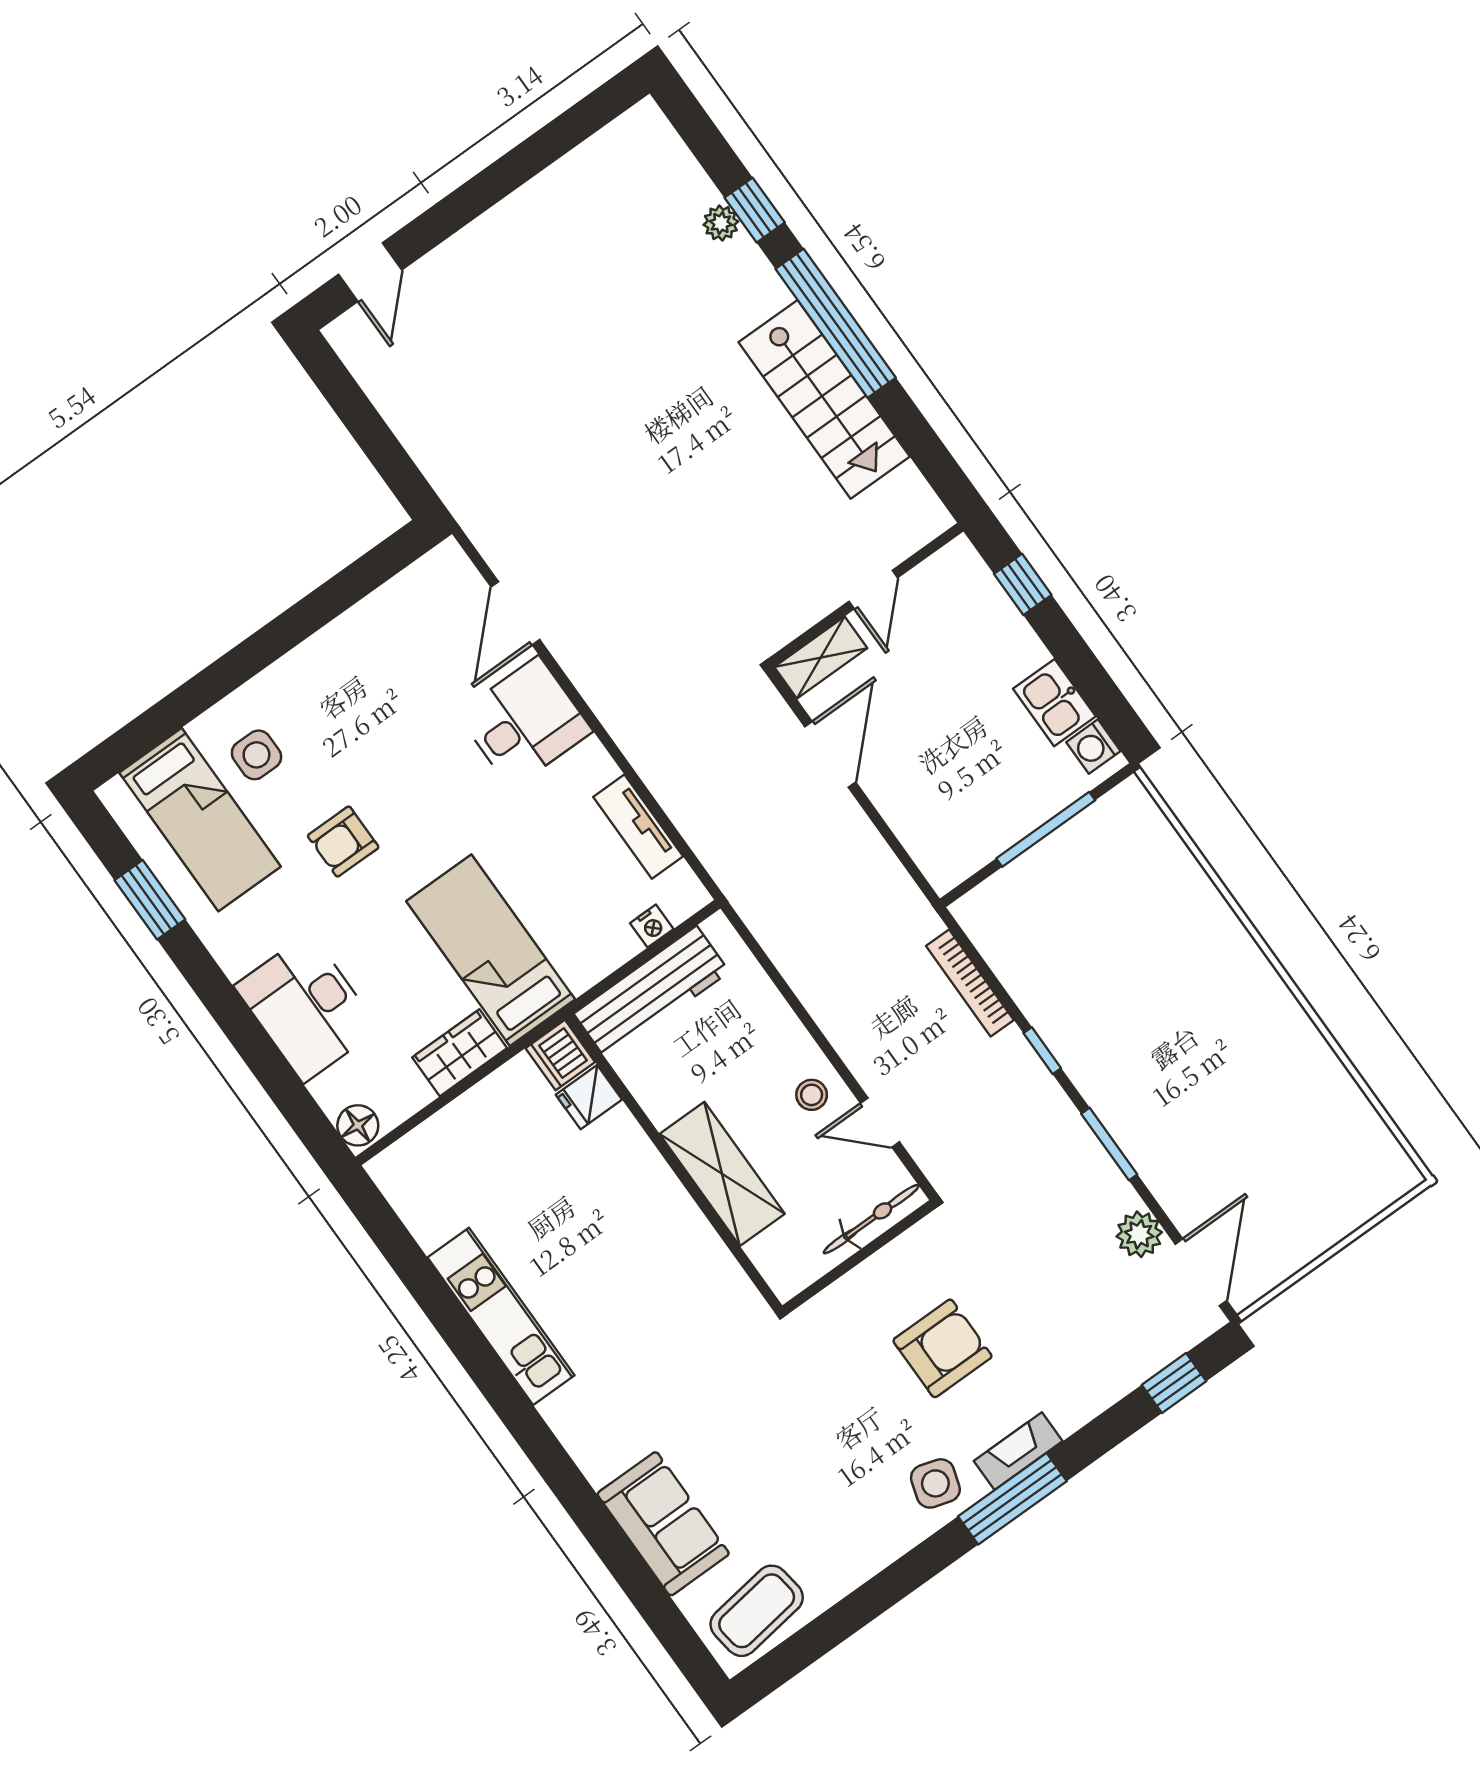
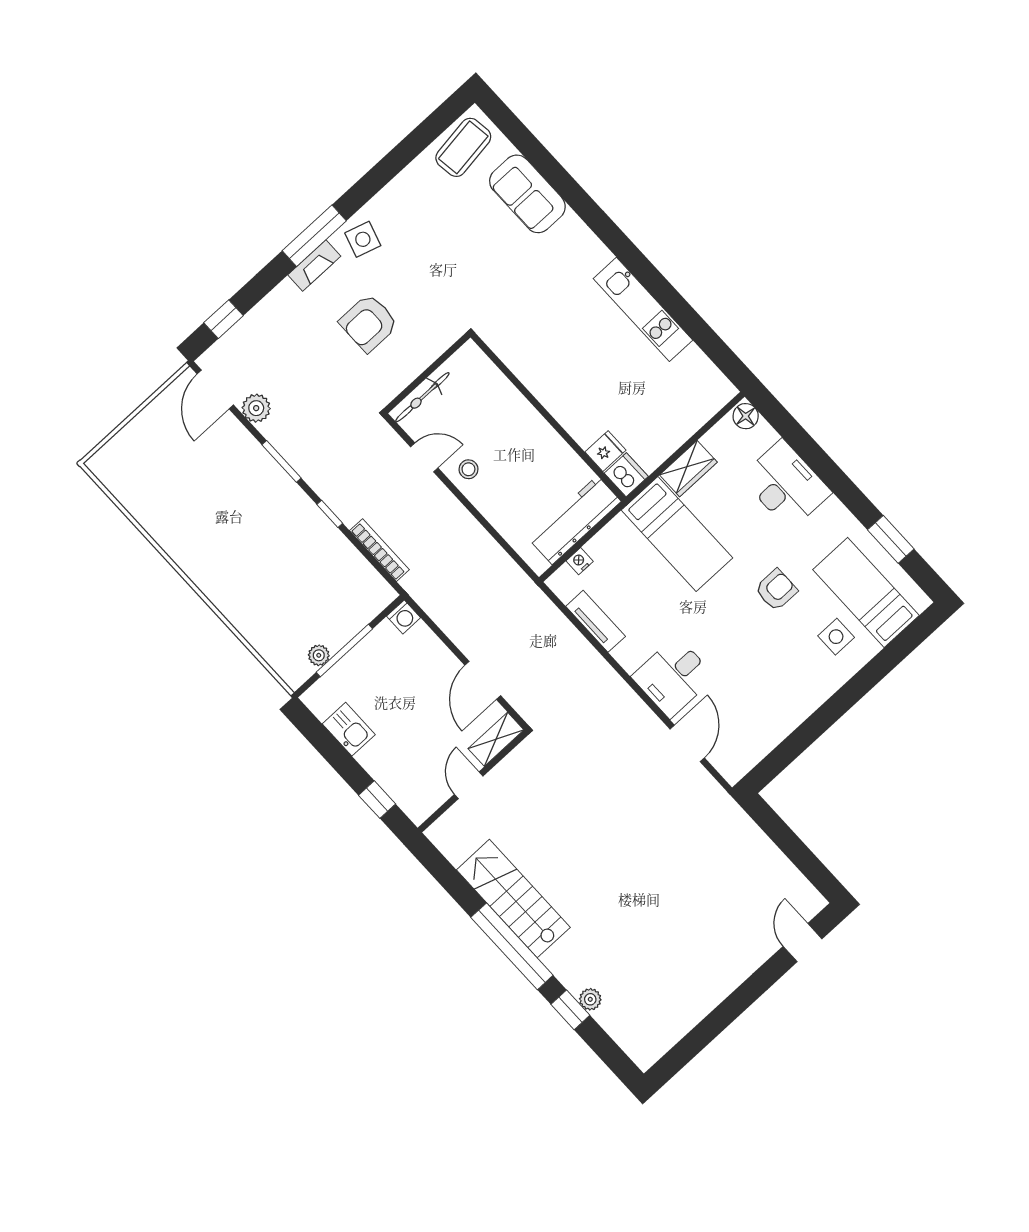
washing machine: (1093, 747) -> (404, 617), moved, turned 90
plant: (1088, 827) -> (319, 655), added
shelving: (722, 1174) -> (518, 414), removed

